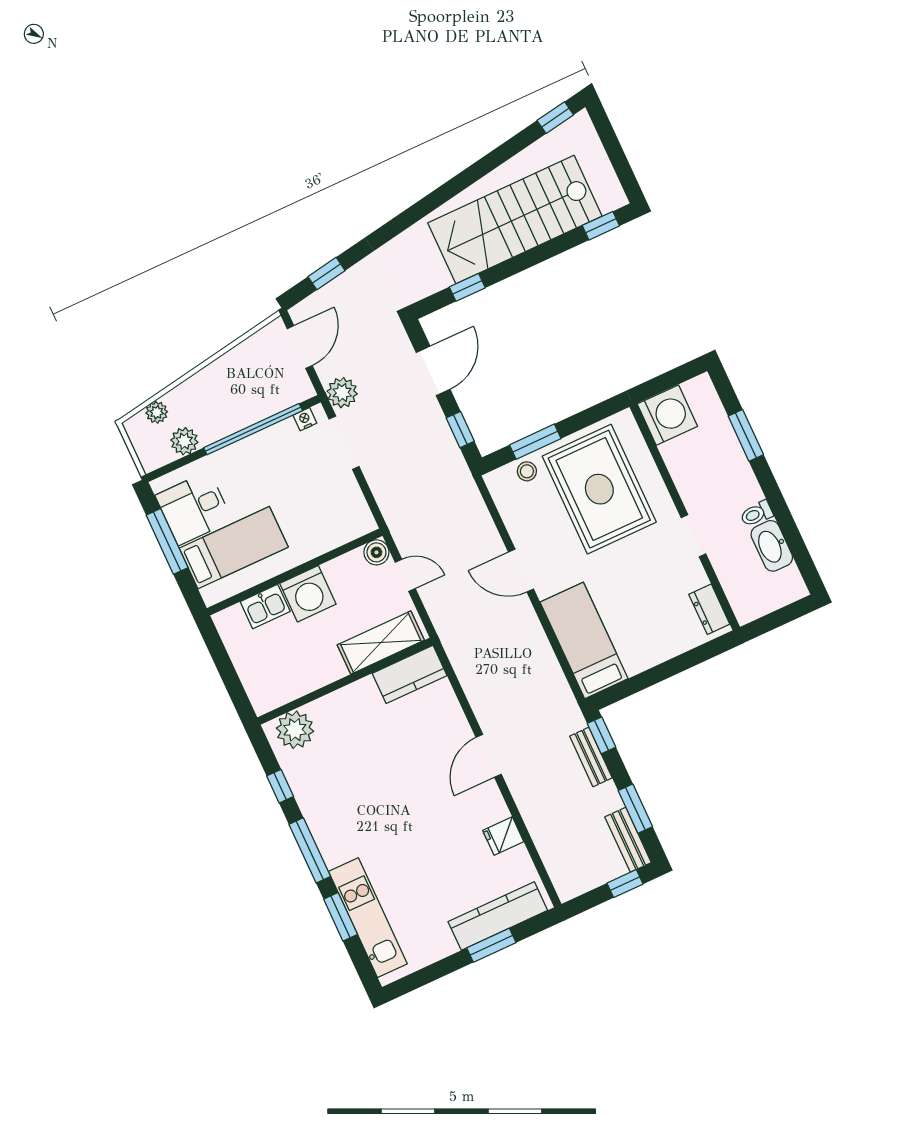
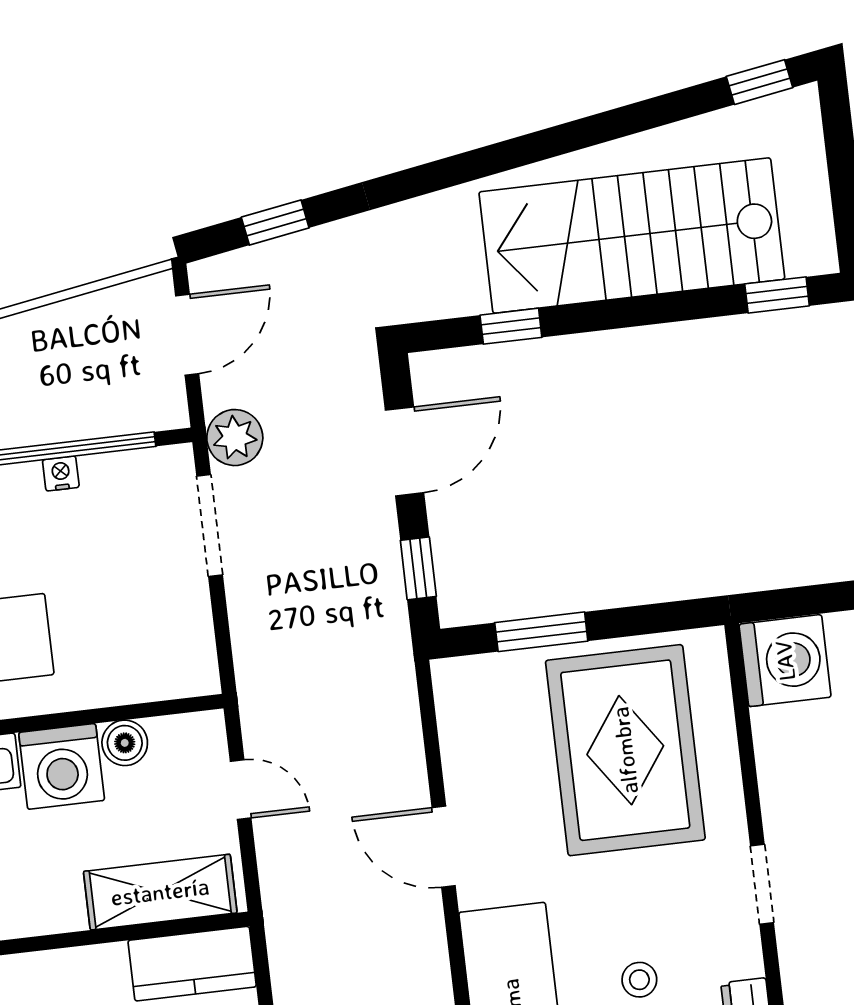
nightstand: (305, 419) -> (61, 474), moved
stool: (527, 471) -> (639, 980), moved
boiler: (376, 552) -> (125, 743), moved

